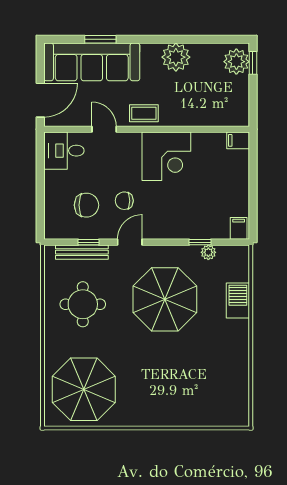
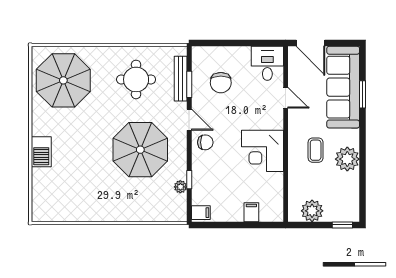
plant: (236, 62) -> (312, 211), moved
coffee table: (144, 113) -> (316, 150), moved
door: (104, 129) -> (286, 98), hinge flipped
filing cabinet: (238, 140) -> (251, 212), moved
chair: (124, 201) -> (205, 142), moved, turned 90
window: (88, 242) -> (189, 84), width x1.50
barbecue: (238, 301) -> (41, 152), moved, turned 90

